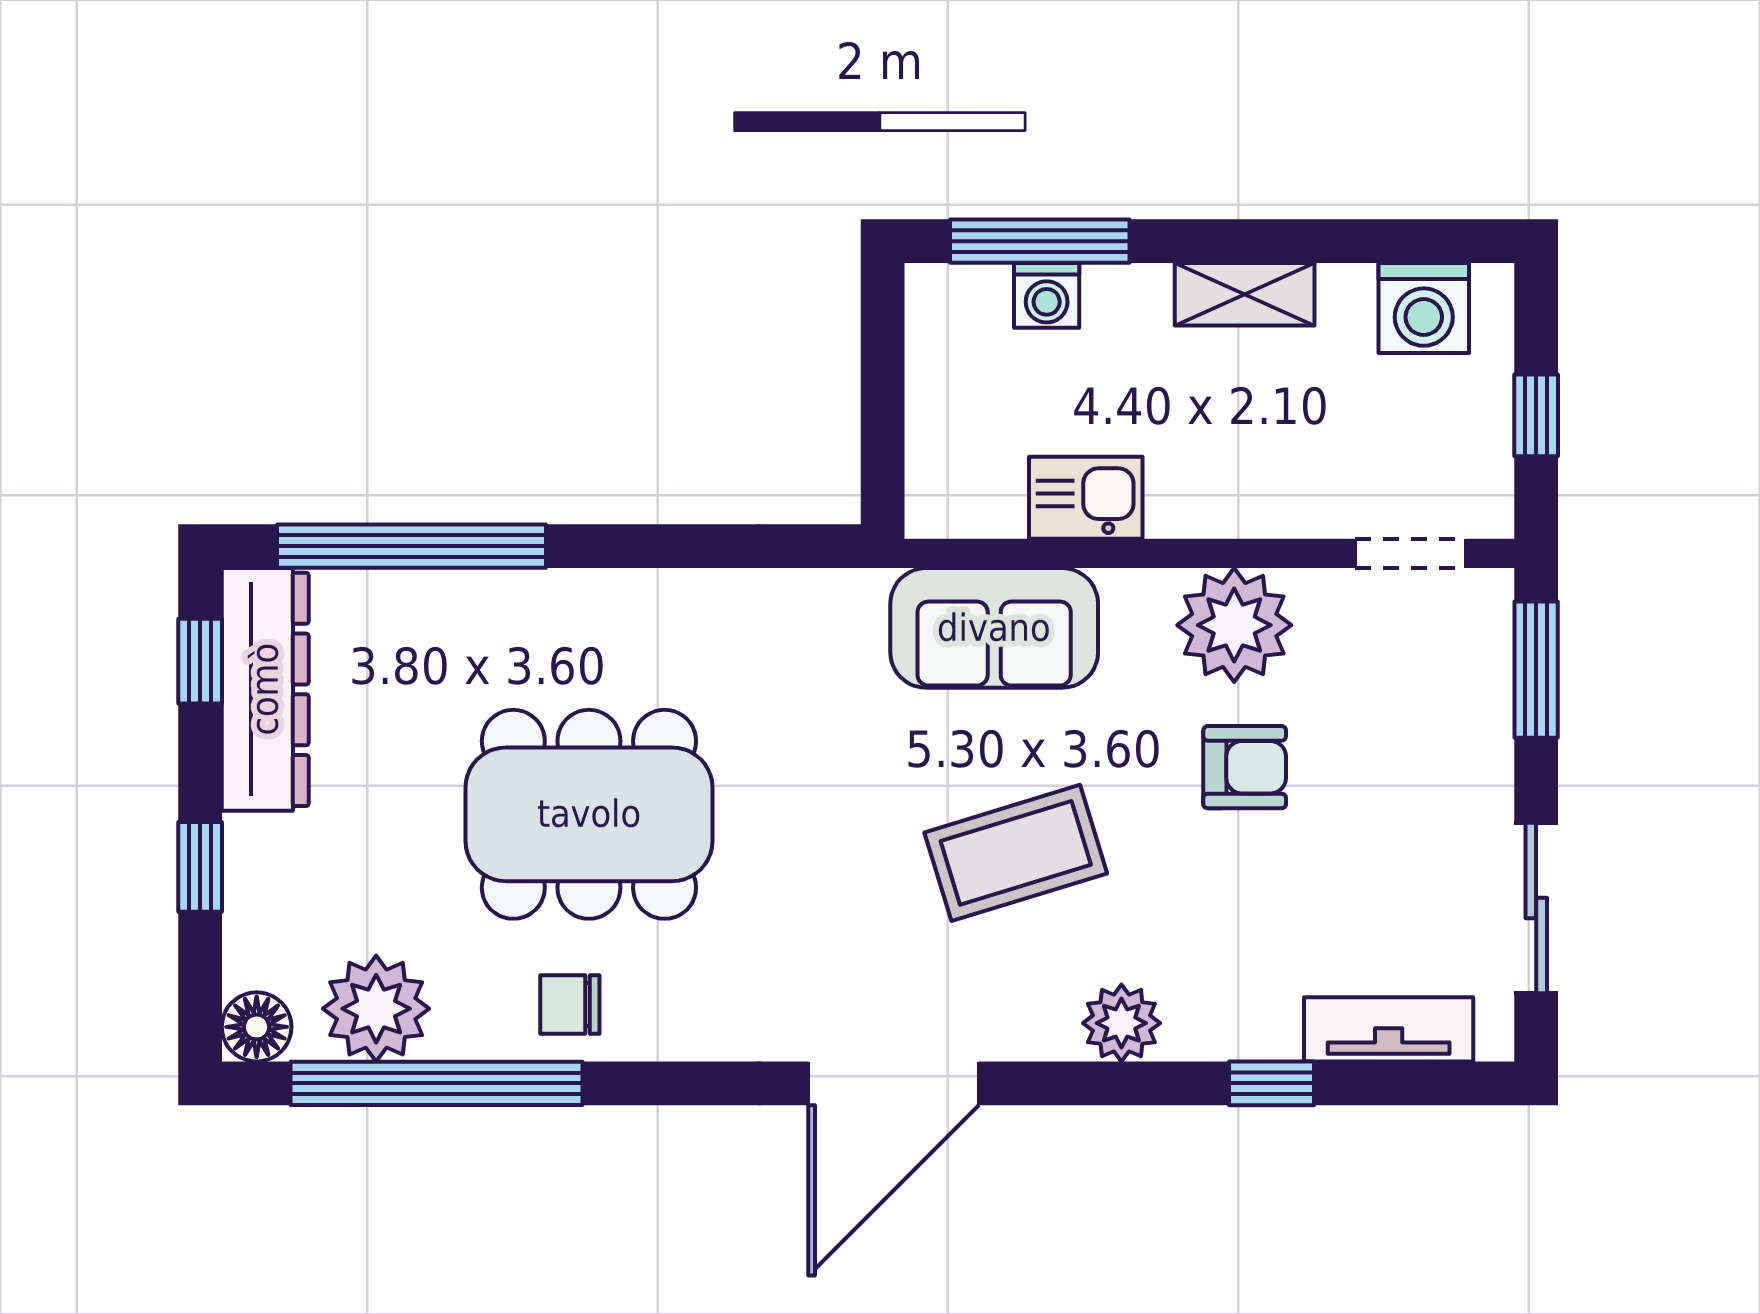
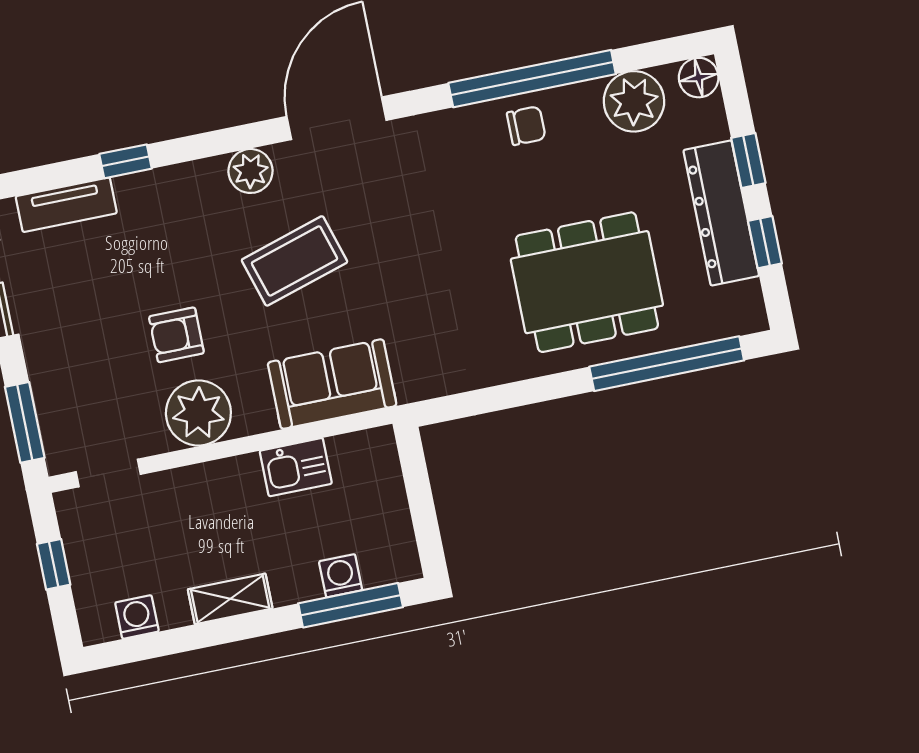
washing machine: (1424, 308) -> (137, 617), width x0.73, depth x0.73
window: (200, 661) -> (765, 242), moved
dresser: (265, 689) -> (721, 213), moved
dining table: (589, 814) -> (587, 282), moved
plant: (1121, 1023) -> (250, 171), moved
window: (437, 1083) -> (532, 79), moved

